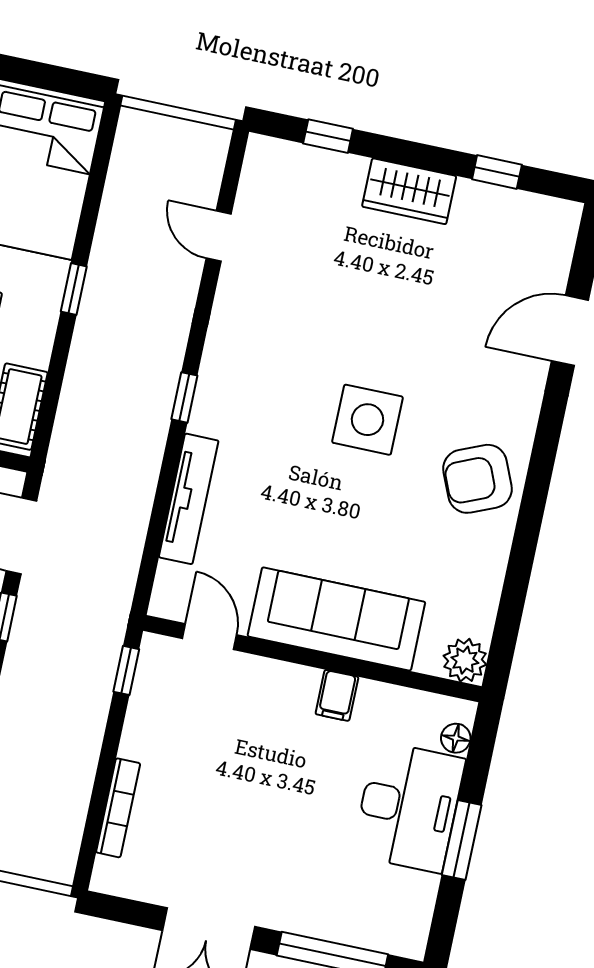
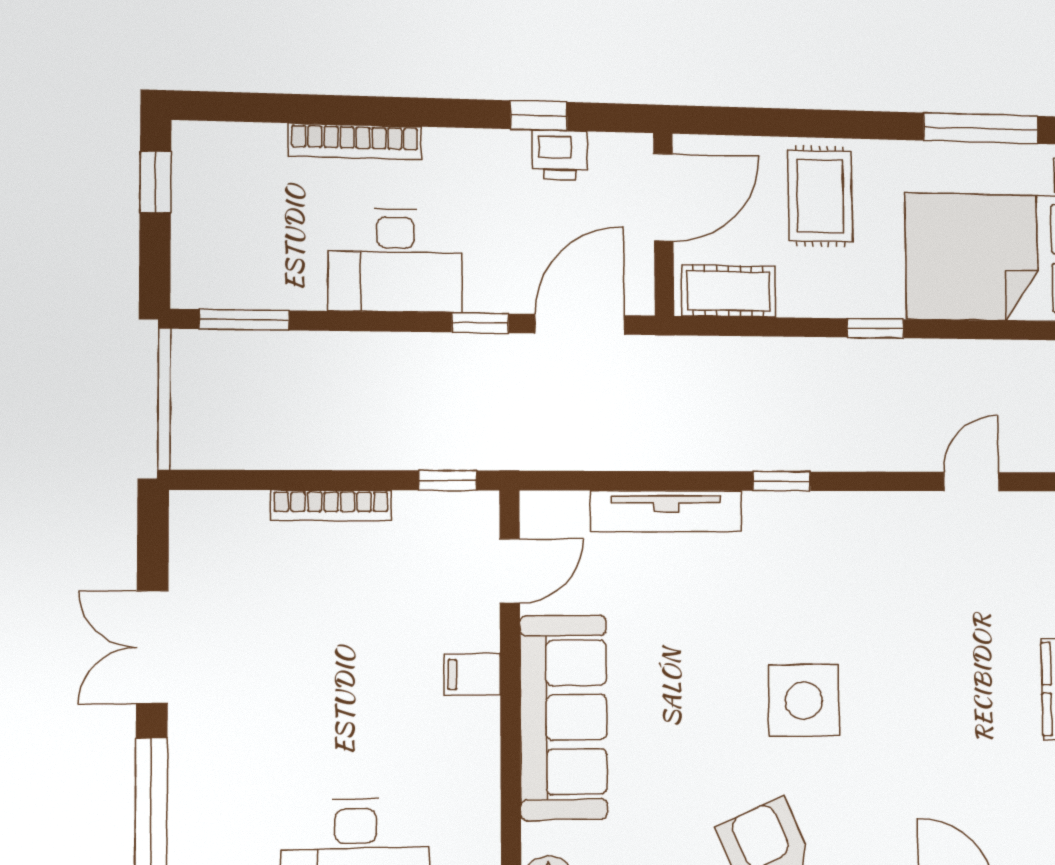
filing cabinet: (337, 695) -> (472, 674), moved
bookcase: (118, 808) -> (331, 505), moved

